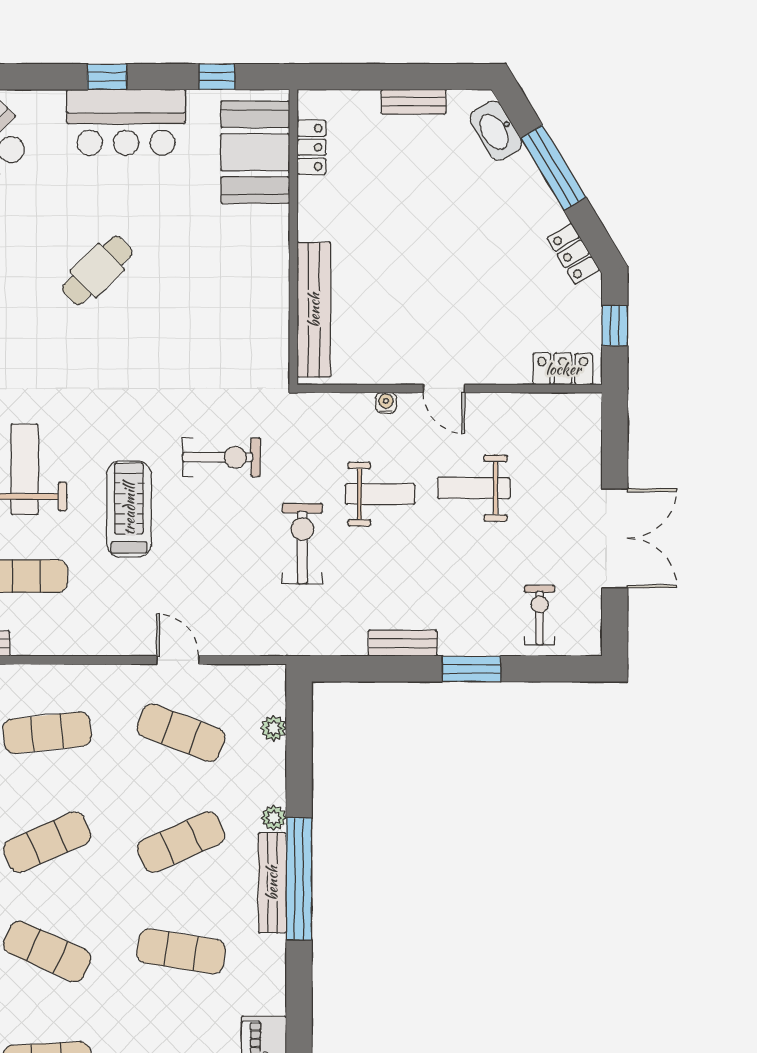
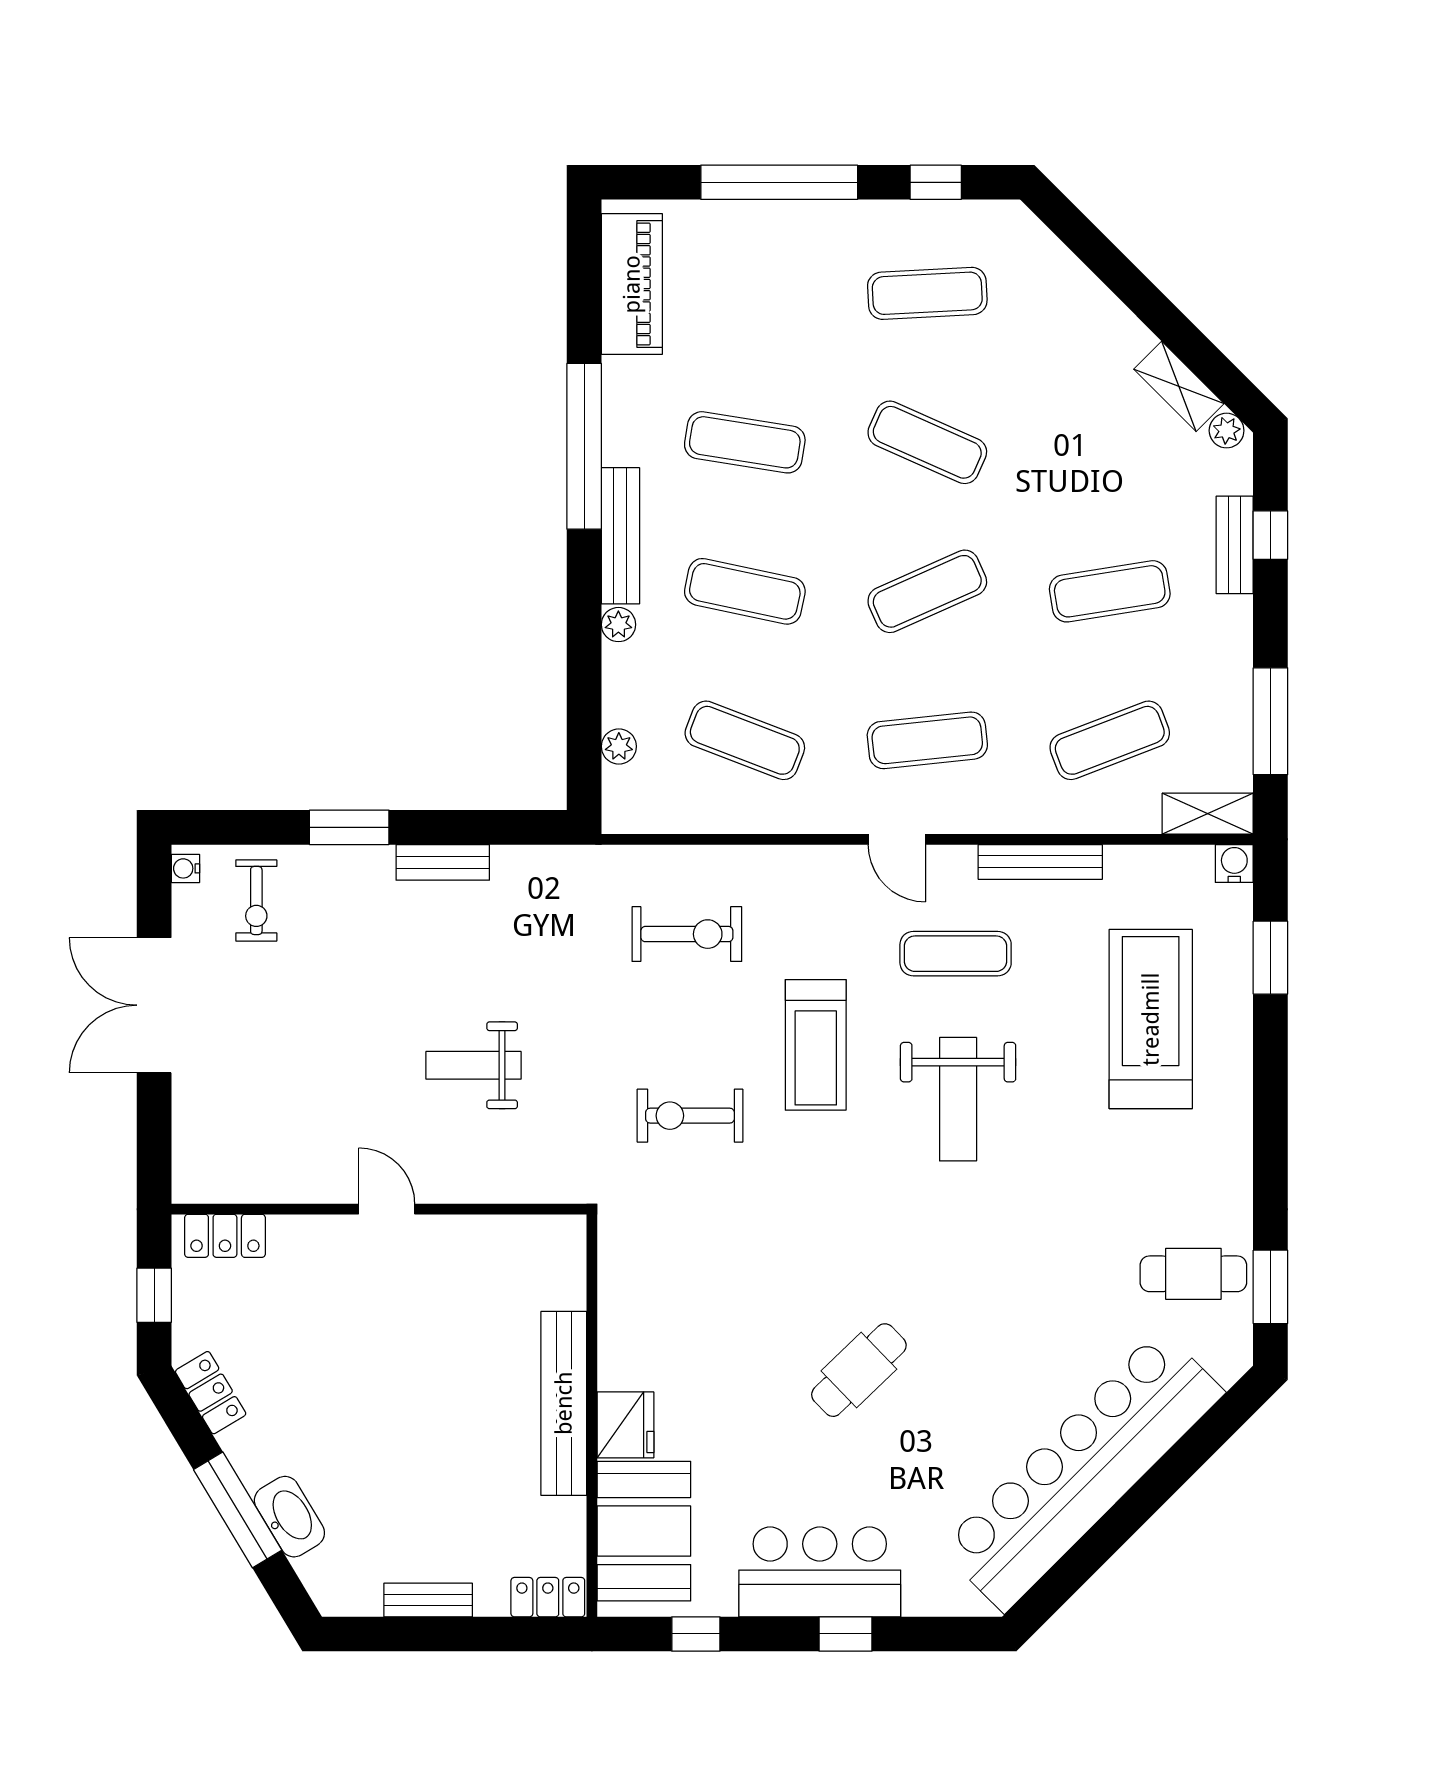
washbasin: (496, 131) -> (289, 1517), moved
locker: (312, 147) -> (548, 1597), moved, turned 90
fridge: (269, 230) -> (625, 1425), added
bench: (314, 310) -> (564, 1403), moved
water cooler: (386, 403) -> (185, 868), moved, turned 90
weight bench: (474, 488) -> (346, 1074), removed
exercise bike: (302, 544) -> (687, 934), moved, turned -90
door: (178, 660) -> (897, 839), moved
exercise mat: (181, 842) -> (745, 591), turned 36
window: (299, 879) -> (584, 446), moved

